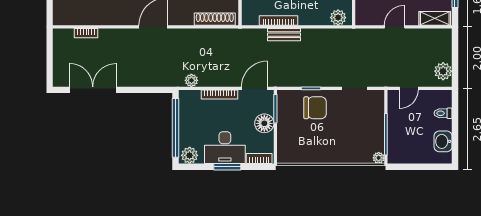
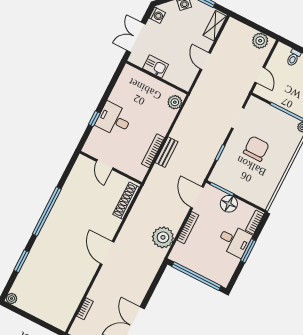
plant: (191, 80) -> (163, 237), width x1.87, depth x1.87
chair: (315, 108) -> (256, 149), moved
desk: (225, 148) -> (234, 241), width x0.73
plant: (190, 155) -> (224, 276), removed

